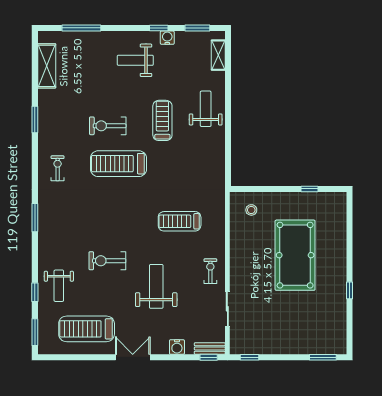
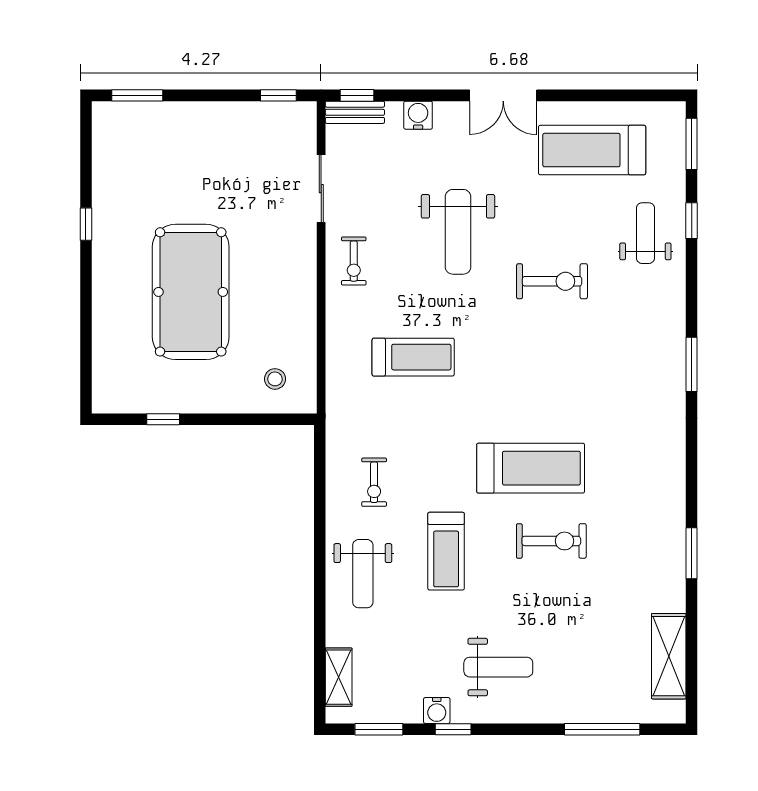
exercise bike: (58, 168) -> (374, 482), moved
treadmill: (87, 329) -> (592, 150), turned 180

